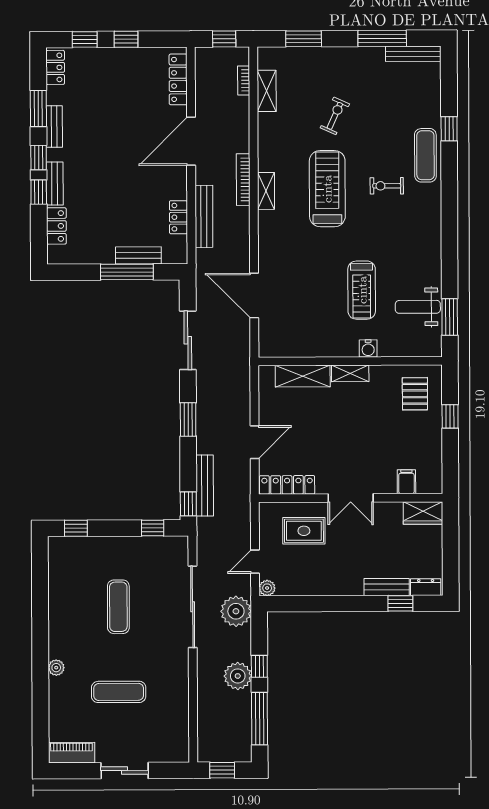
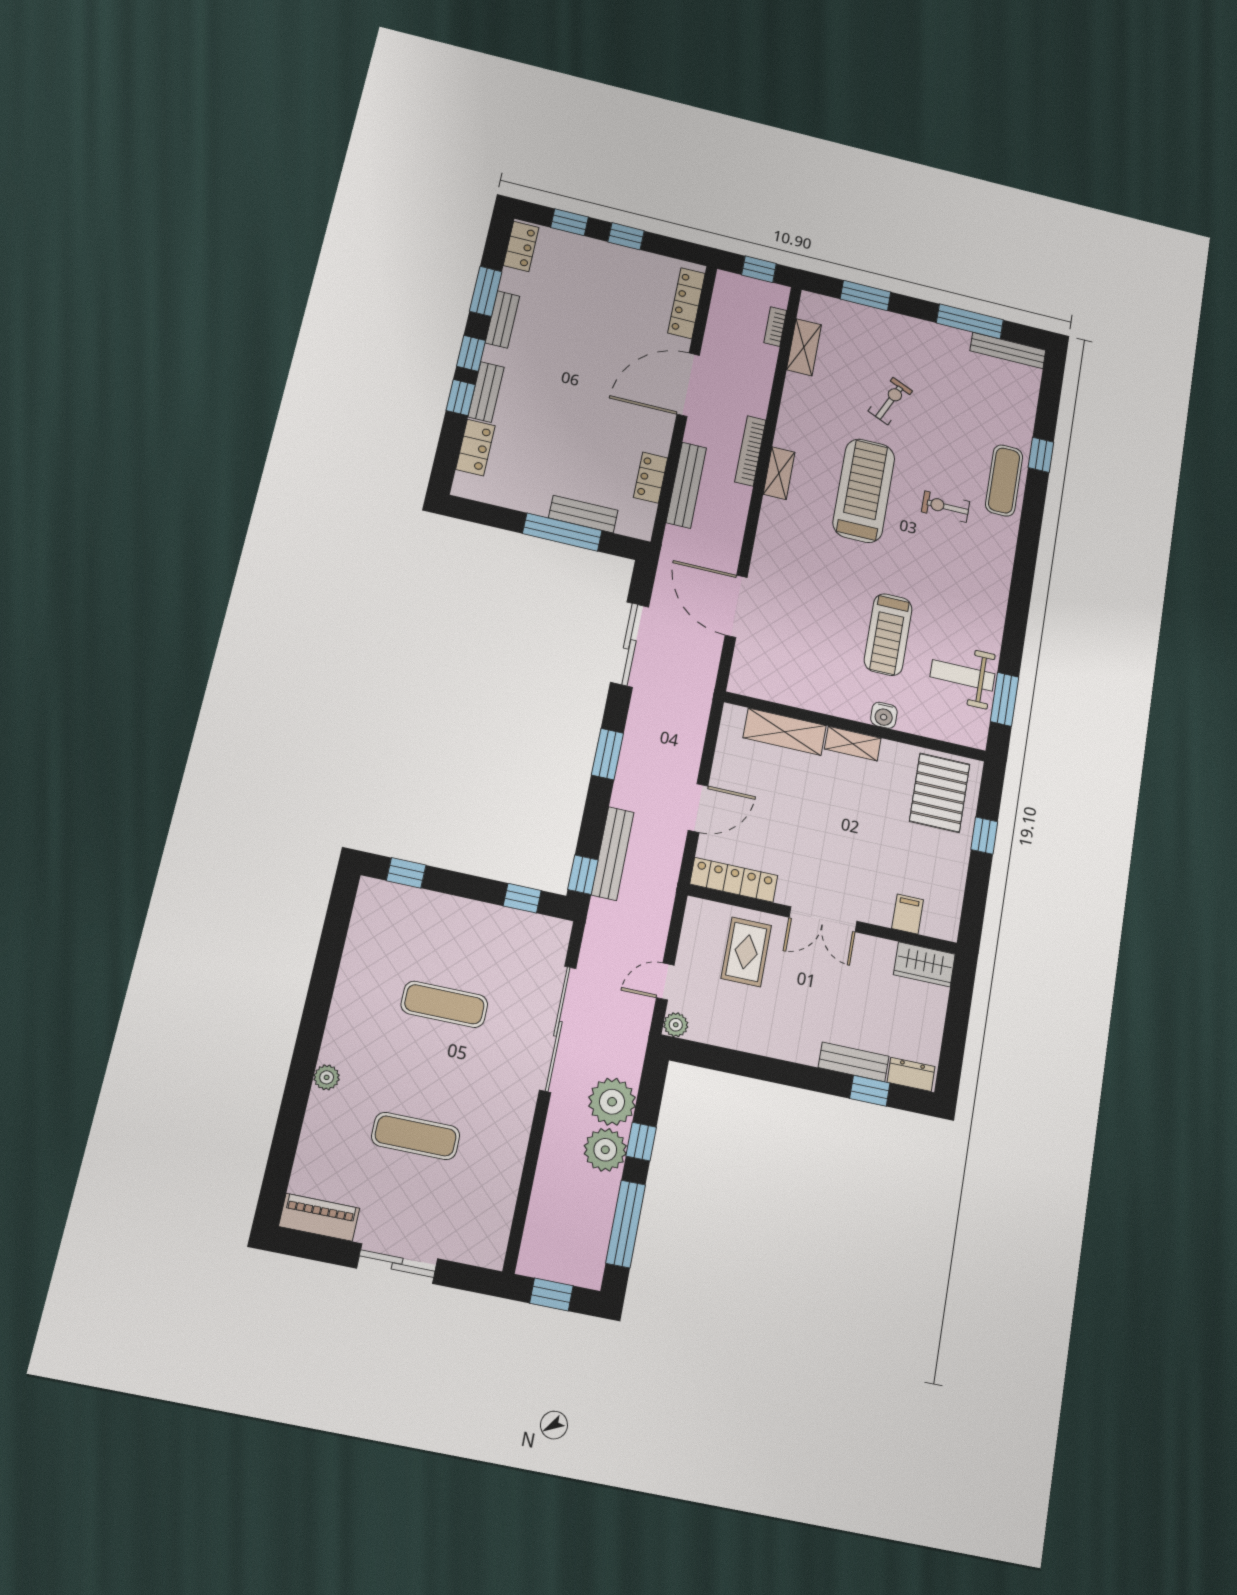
pallet: (415, 394) -> (940, 793), width x1.50, depth x1.42
rug: (304, 531) -> (746, 952), turned 90
exercise mat: (118, 607) -> (444, 1004), turned 90
plant: (236, 611) -> (612, 1102), moved

